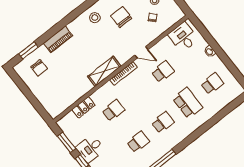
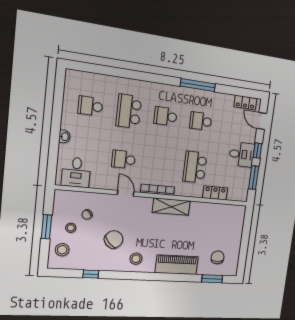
chair: (121, 17) -> (114, 239), turned -133
piano: (58, 39) -> (177, 265), width x1.37, depth x1.33
school desk: (113, 110) -> (195, 167), width x1.85

